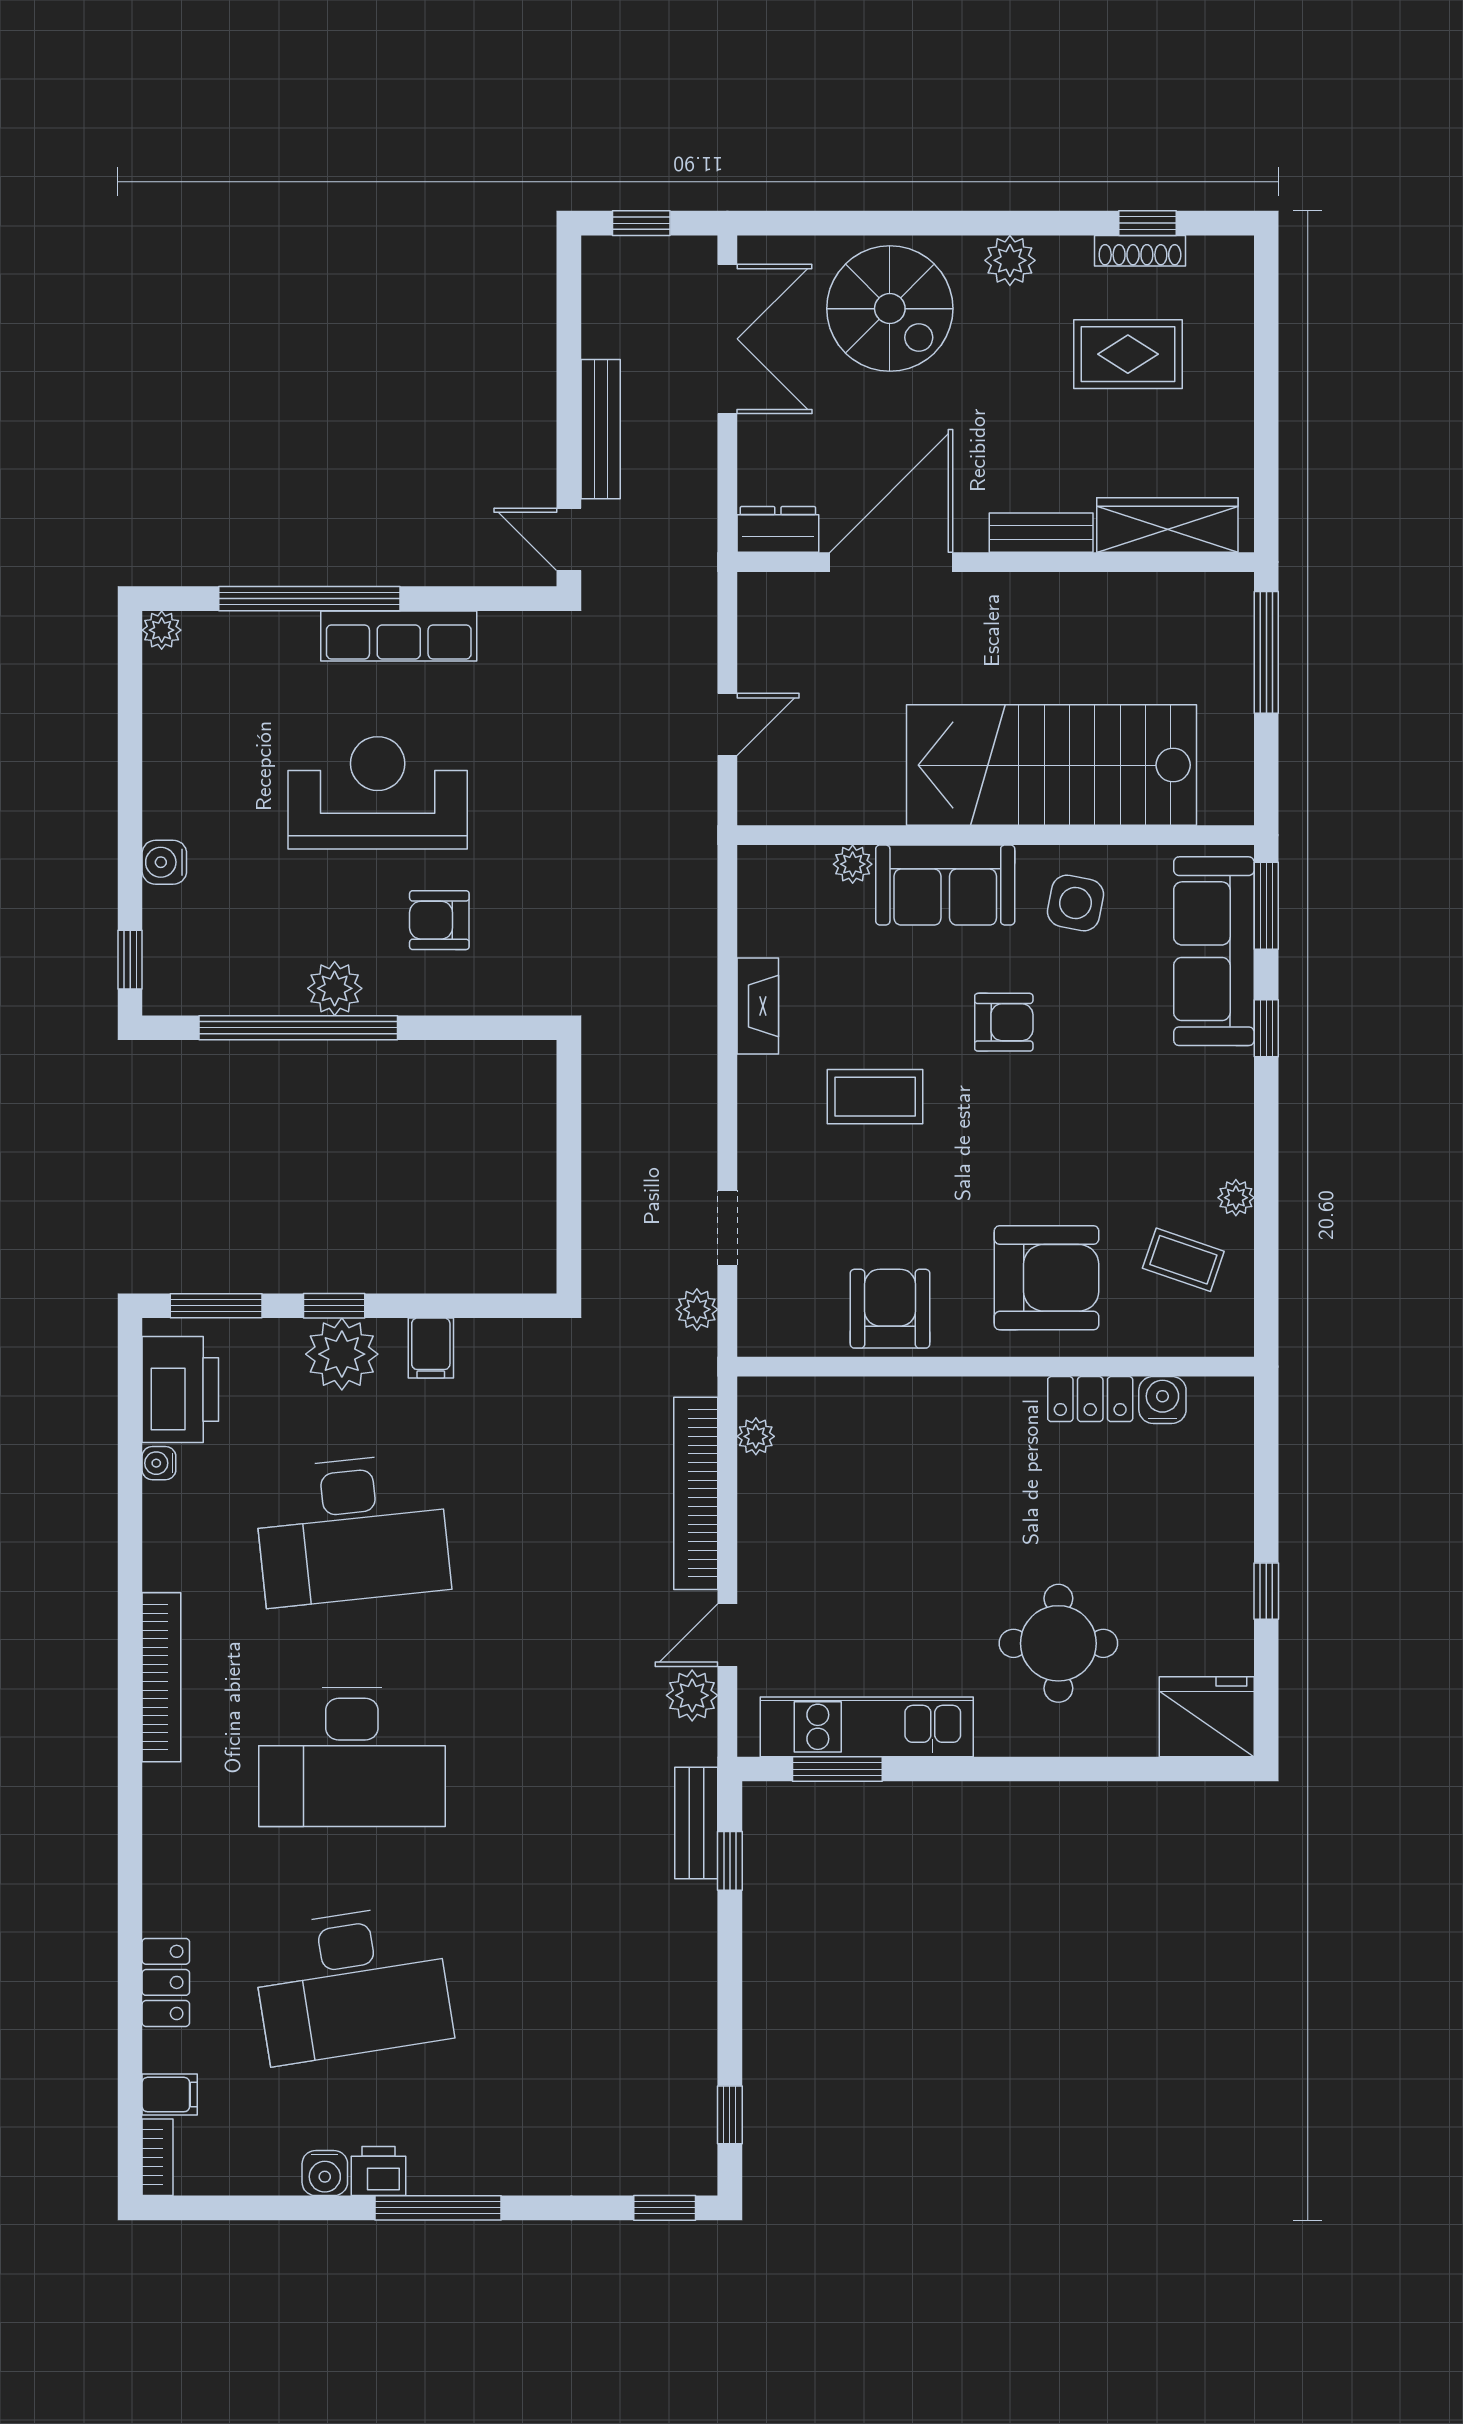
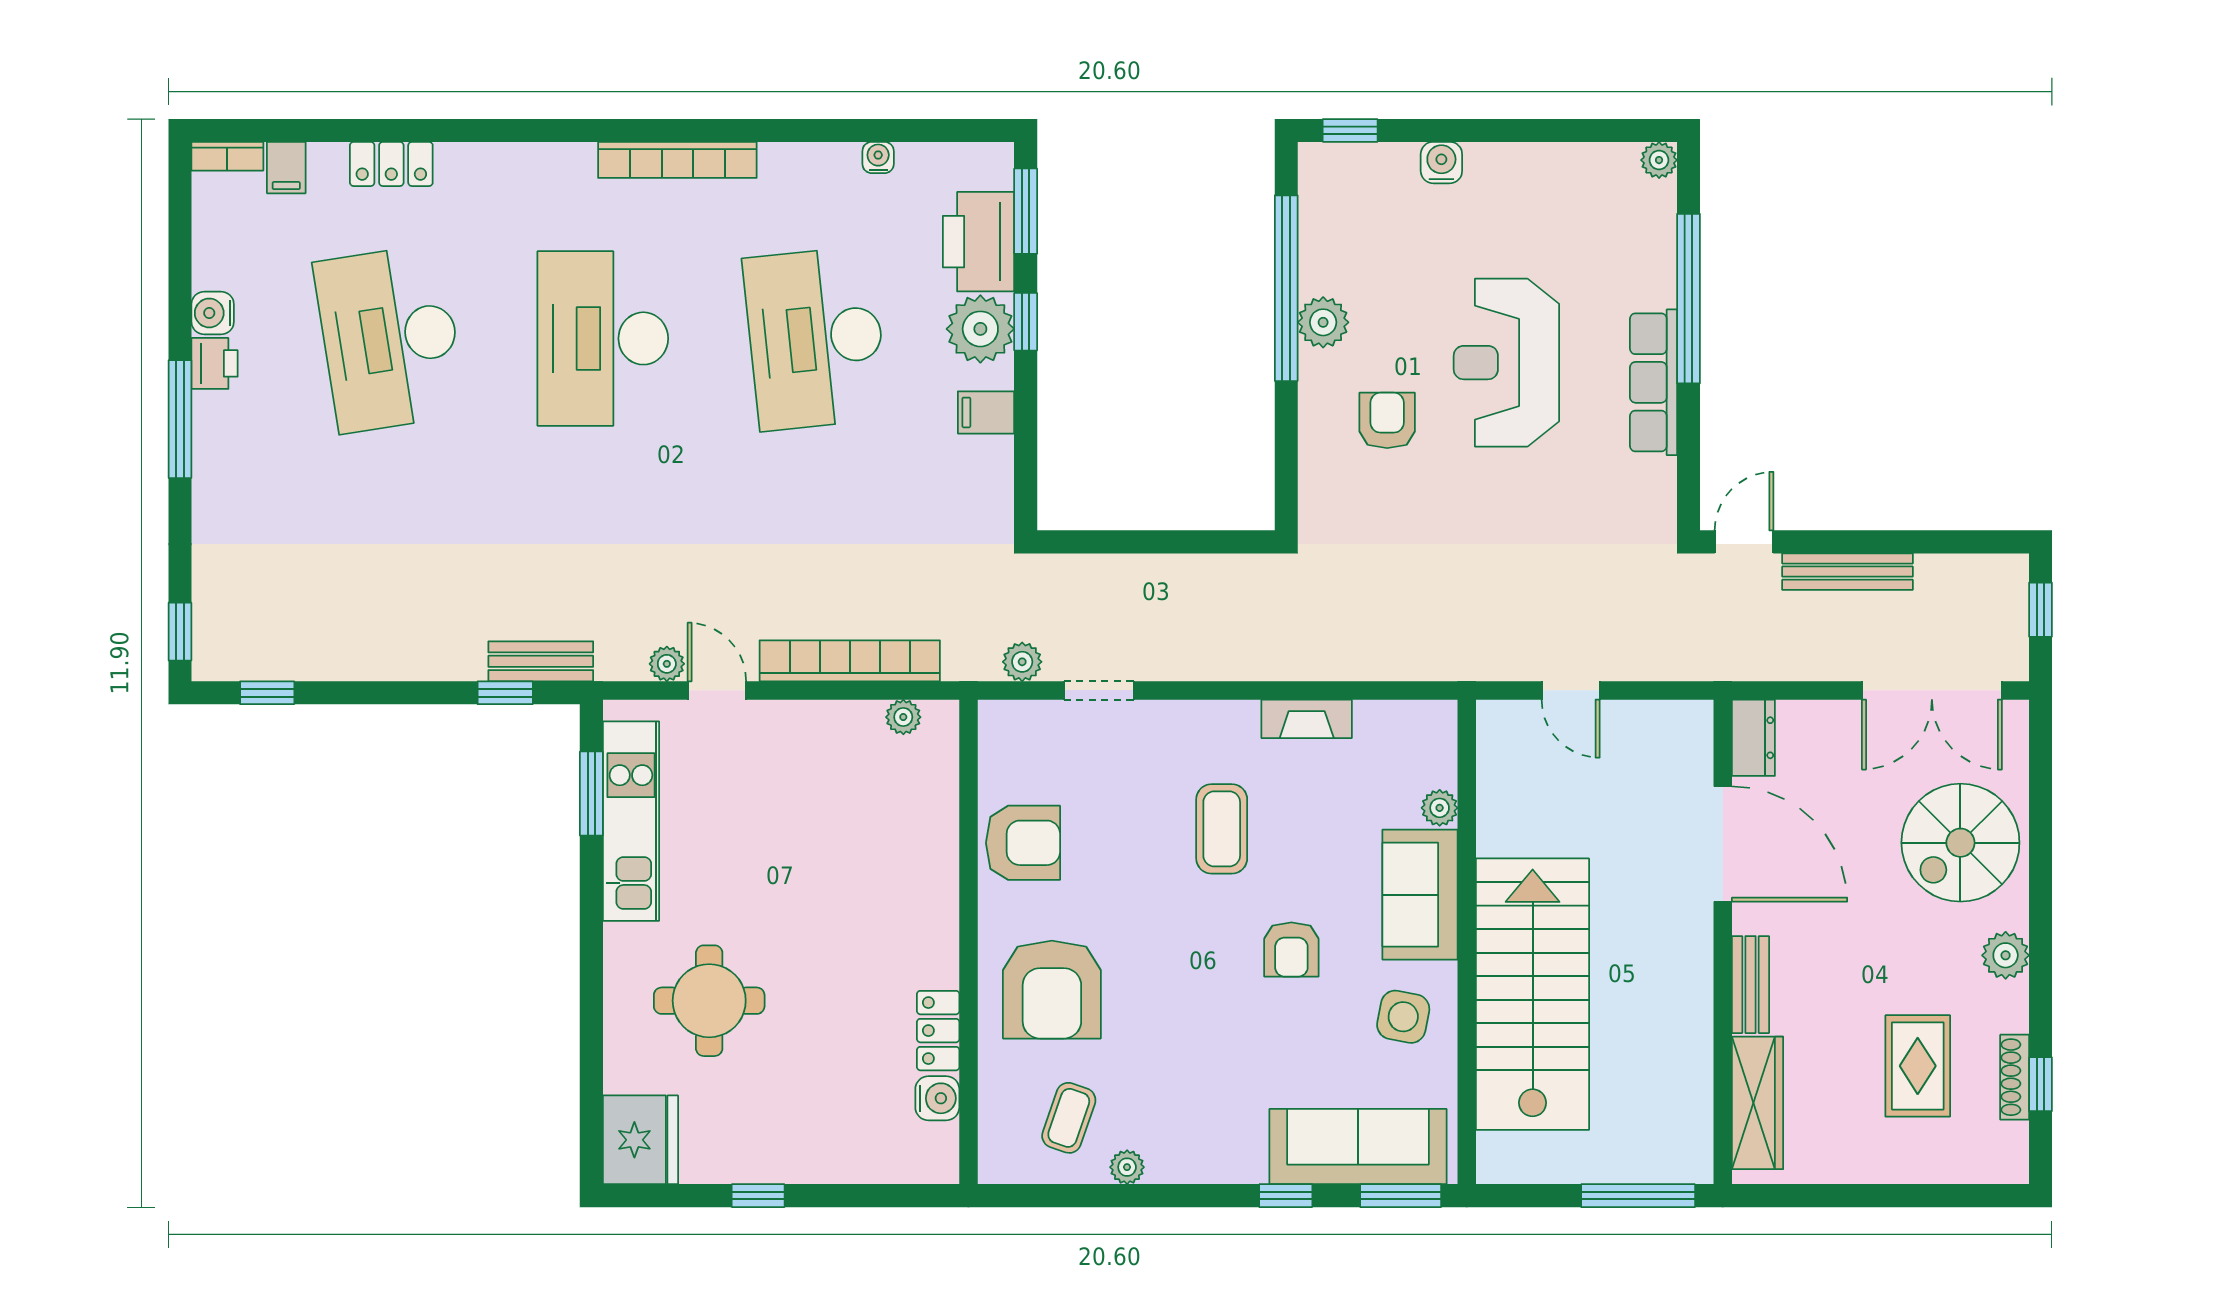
reception desk: (378, 793) -> (1506, 363), turned 180
printer: (180, 1389) -> (979, 242), moved, turned 90
plant: (692, 1695) -> (667, 664), width x0.73, depth x0.73

